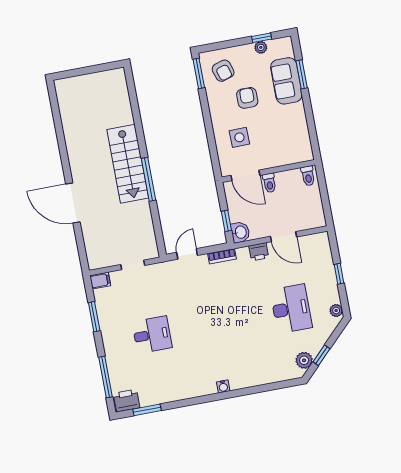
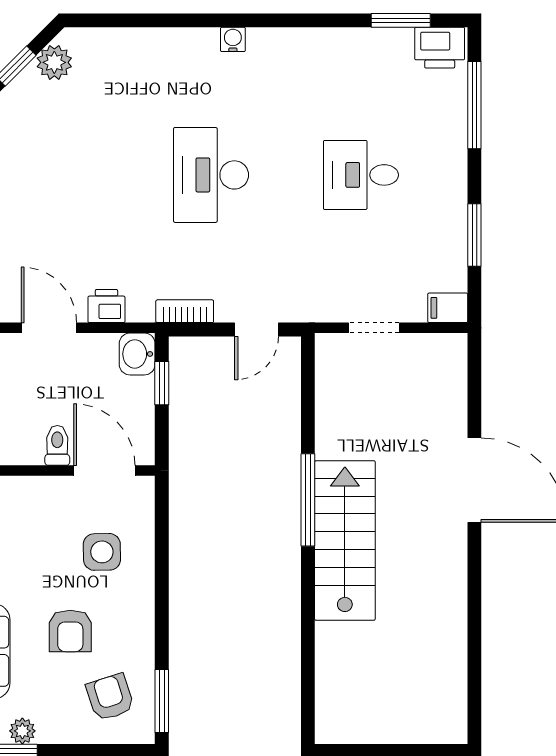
desk: (291, 309) -> (211, 175), moved

